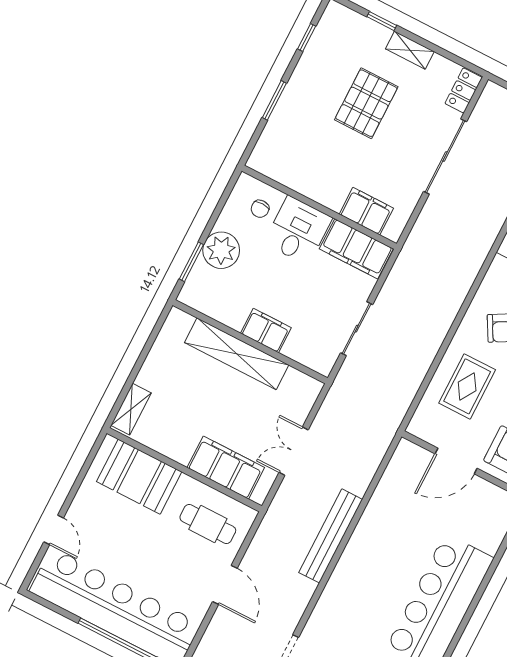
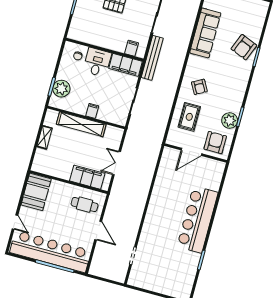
filing cabinet: (366, 211) -> (132, 48), width x0.50
plant: (221, 250) -> (61, 89), moved
filing cabinet: (266, 330) -> (92, 111), width x0.50
shelving: (131, 409) -> (45, 137), moved
booth: (139, 477) -> (36, 192), moved, turned 90
bench: (331, 536) -> (152, 58), moved

